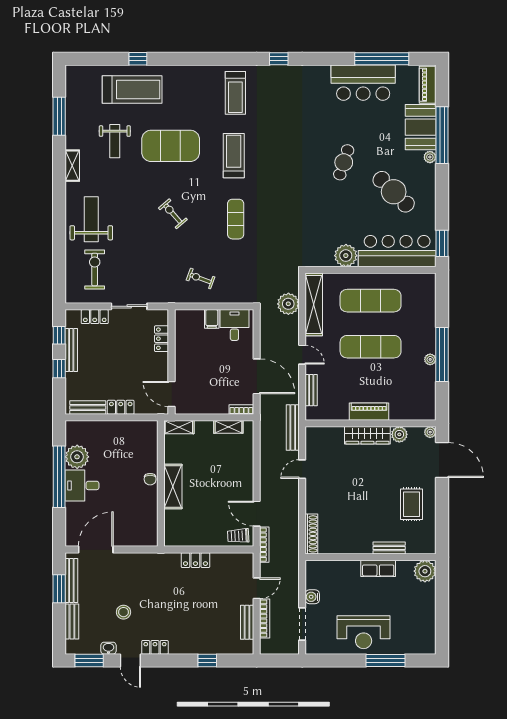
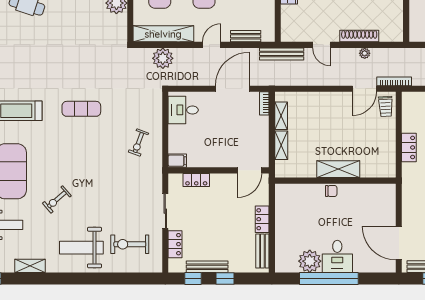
exercise bike: (173, 214) -> (57, 199), moved
filing cabinet: (212, 319) -> (177, 161), moved
shelving: (179, 427) -> (281, 145), moved
plant: (293, 514) -> (365, 53), added
shoe rack: (311, 534) -> (359, 36), moved

